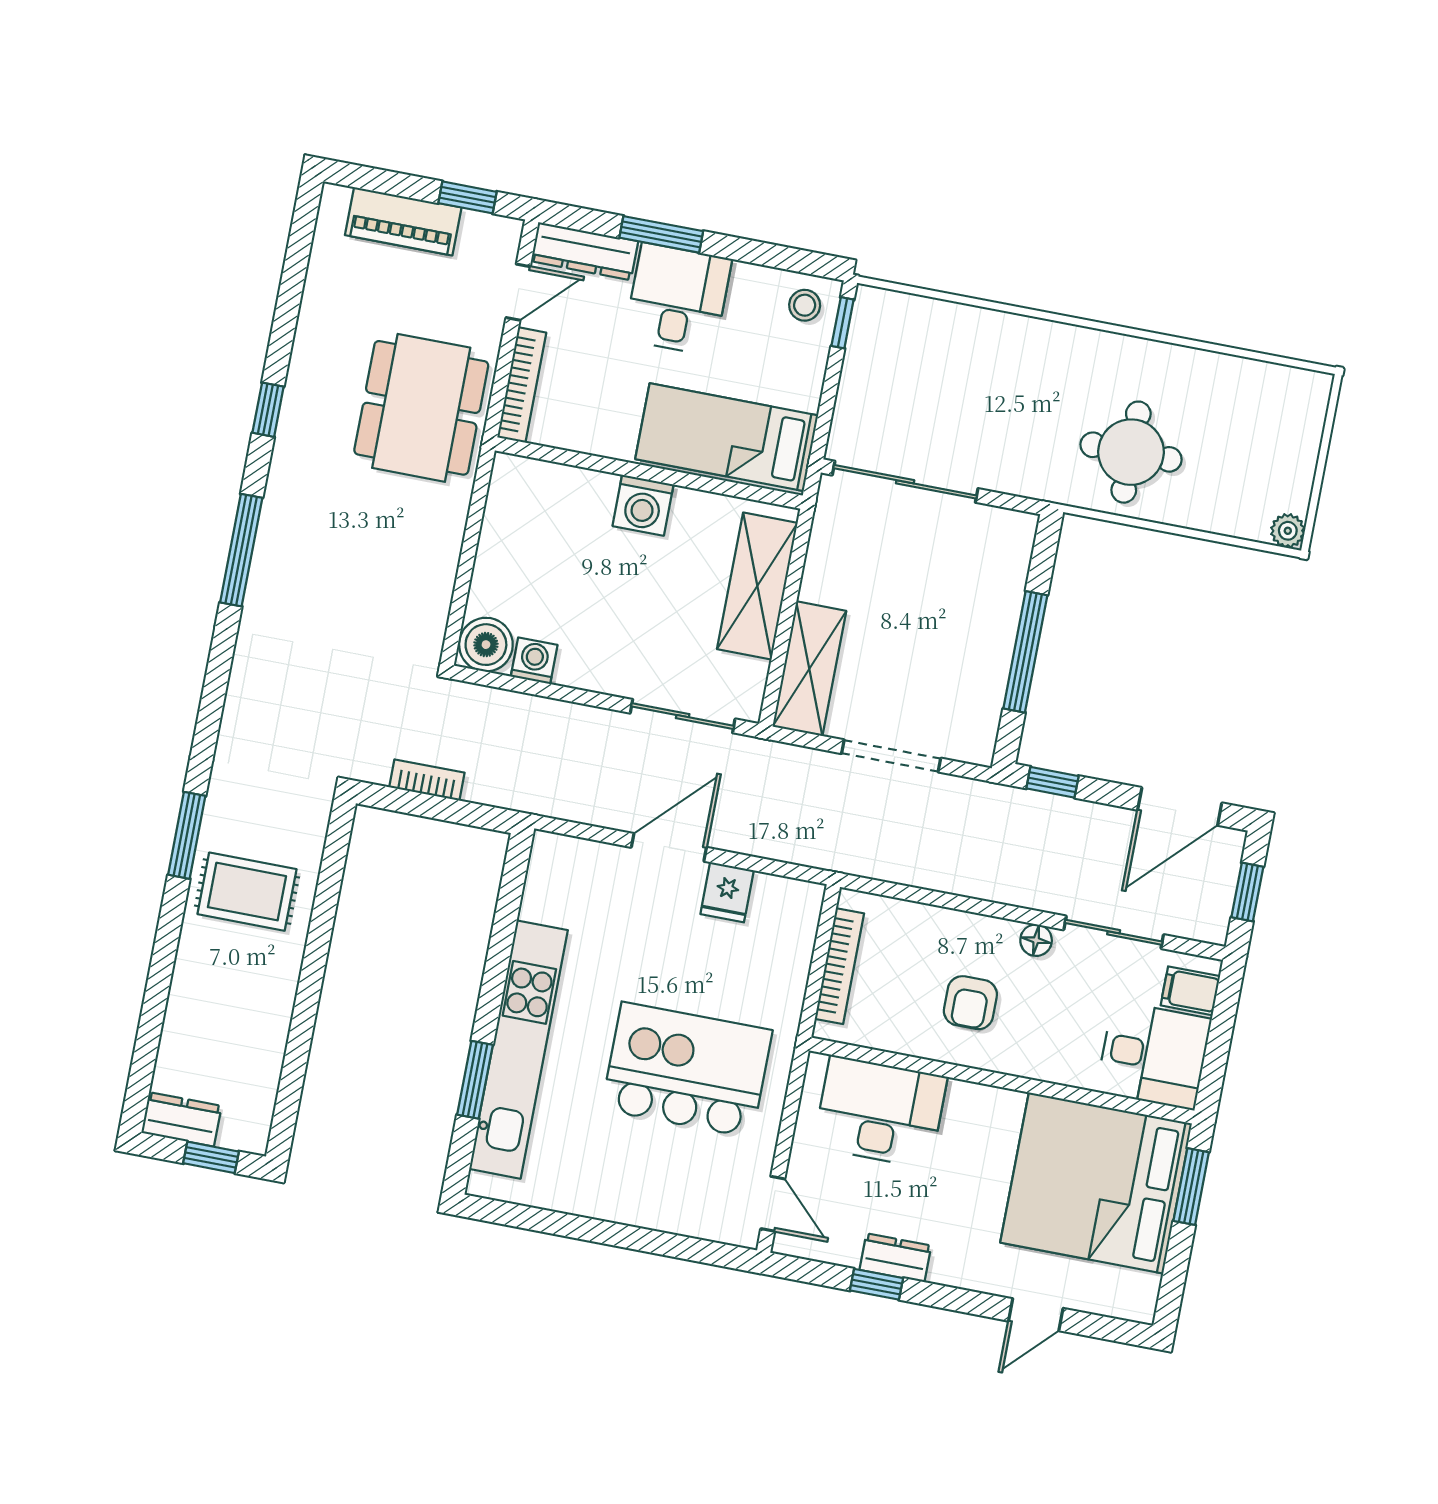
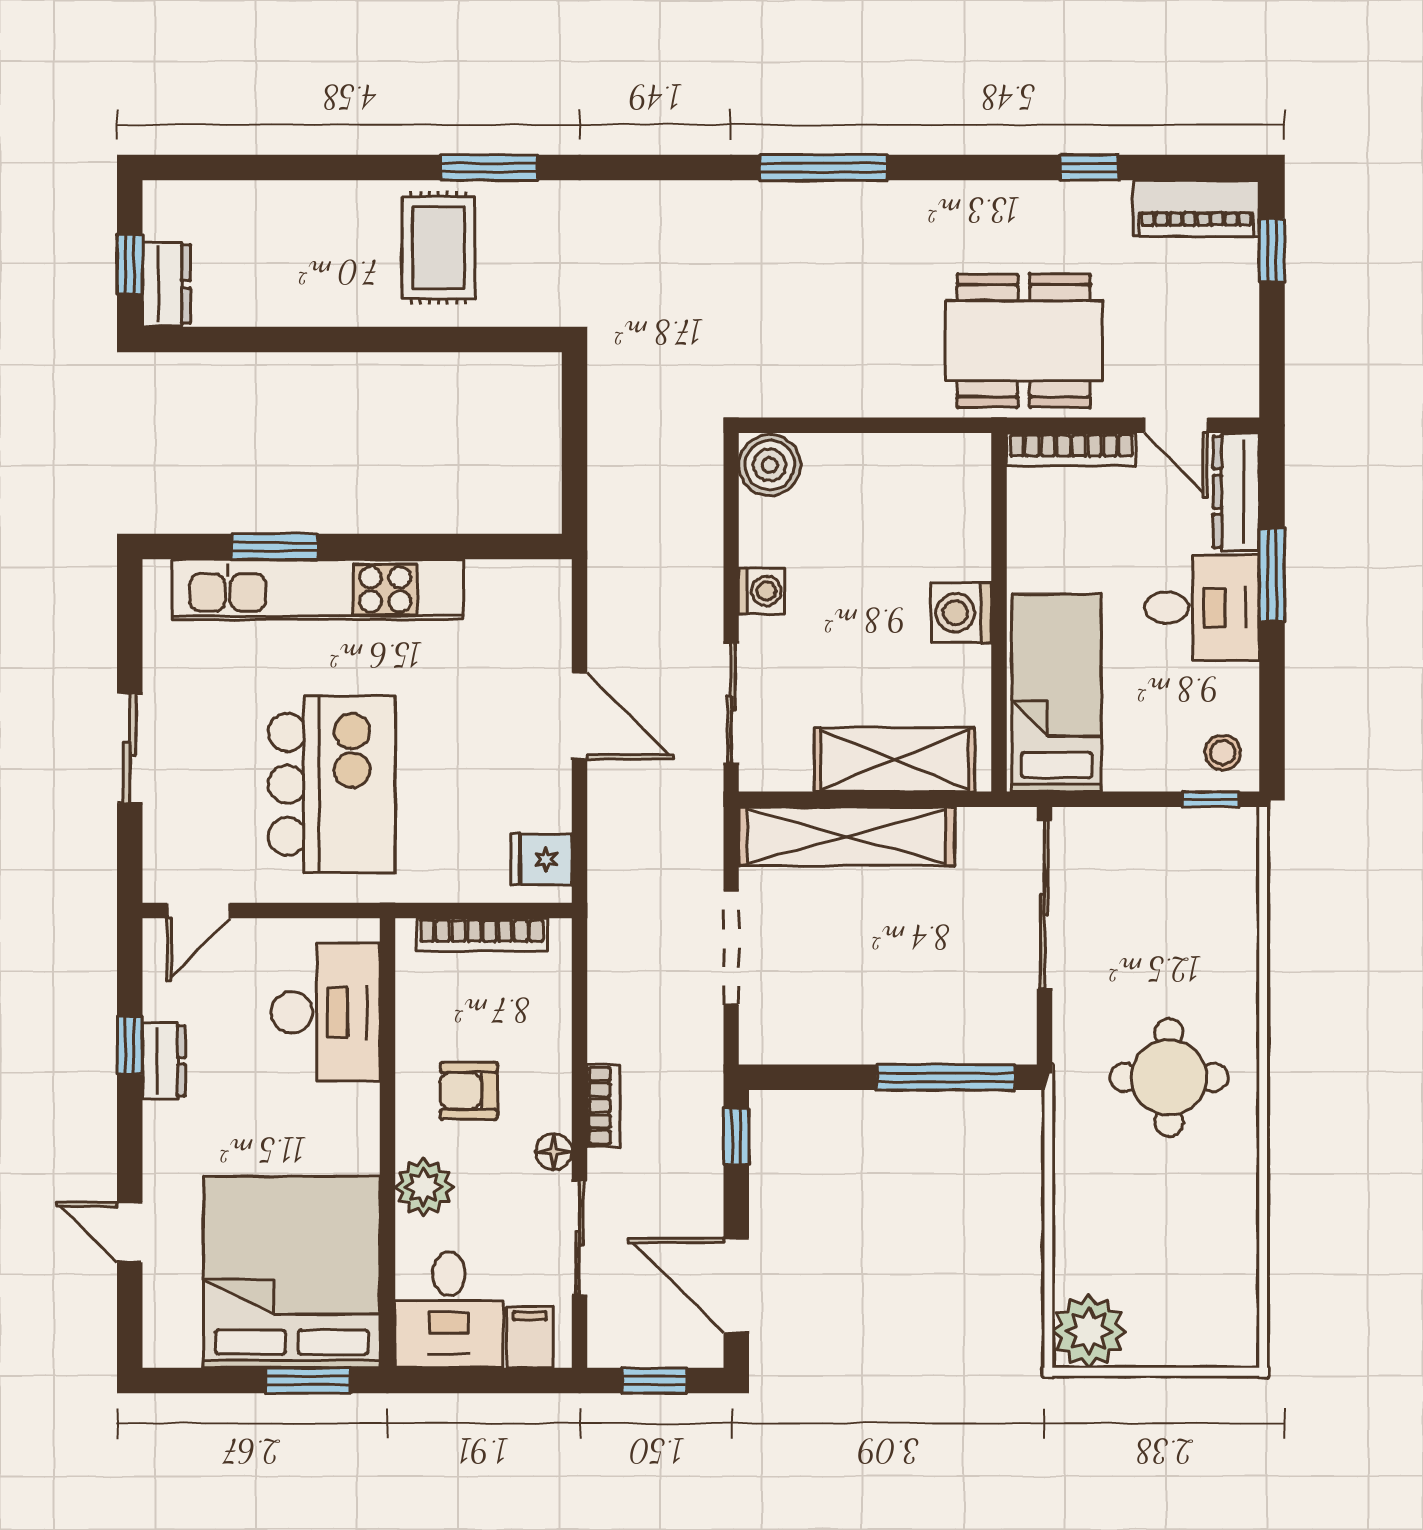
window: (468, 197) -> (1272, 250), moved
piano: (403, 221) -> (1196, 208), moved, turned -90
window: (268, 410) -> (1089, 168), moved
round table: (1131, 452) -> (1169, 1078), moved
plant: (1288, 531) -> (1089, 1331), width x1.88, depth x1.88
window: (1025, 652) -> (946, 1077), moved
washing machine: (534, 661) -> (762, 591), moved
shelving: (809, 669) -> (847, 836), width x1.47
bookcase: (427, 780) -> (604, 1106), moved
fridge: (727, 892) -> (541, 859), moved
plant: (1045, 1057) -> (424, 1187), added
dresser: (181, 1119) -> (166, 284), moved
sliding door: (623, 1236) -> (130, 748), added

